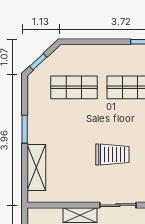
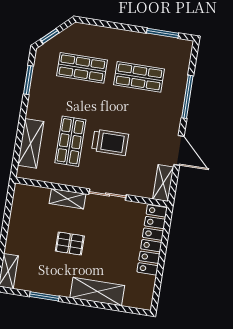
window: (25, 129) -> (28, 80), moved
shop shelf: (74, 160) -> (70, 141), added

